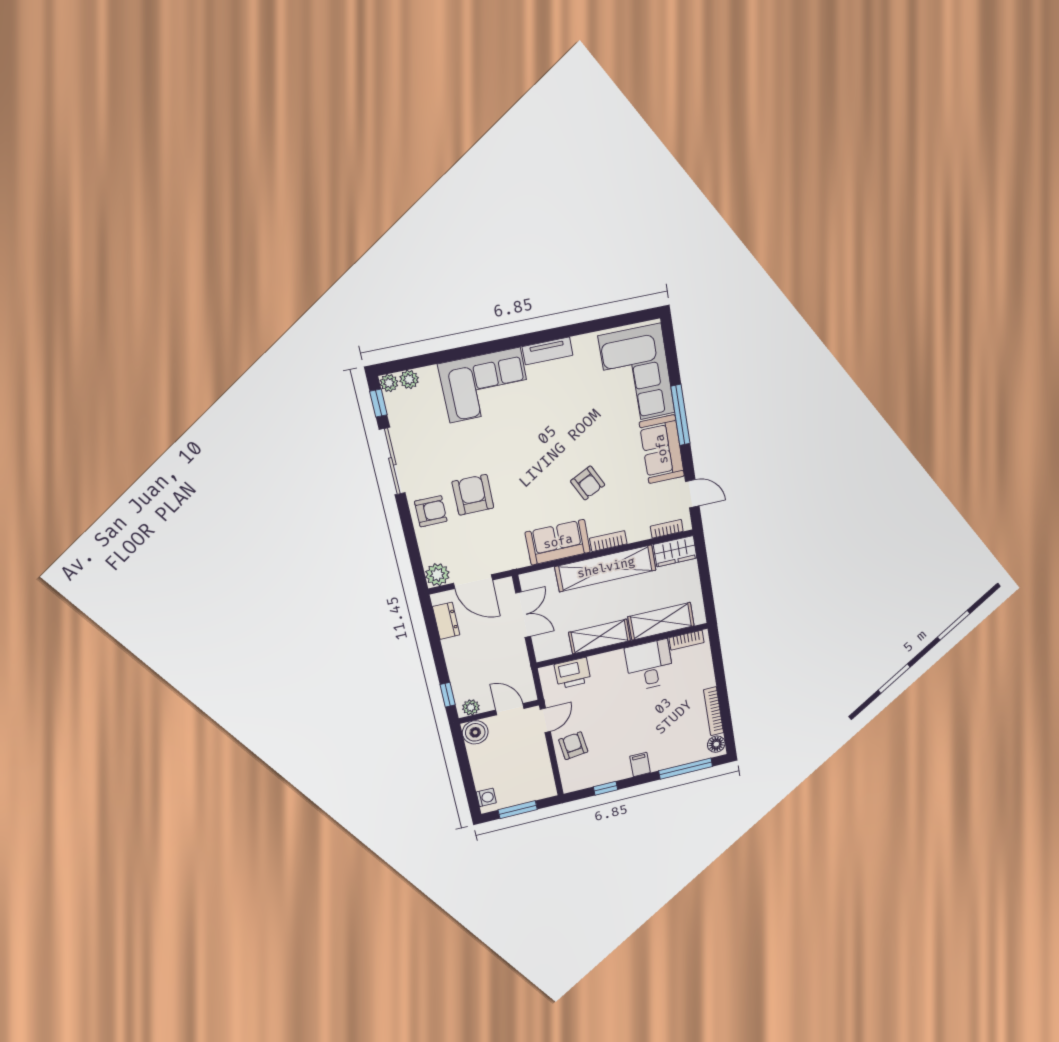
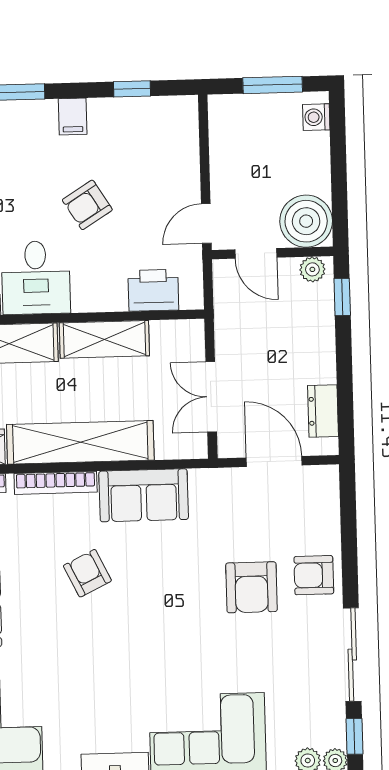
bookcase: (608, 541) -> (56, 483), width x1.56
plant: (437, 575) -> (322, 482), removed
boiler: (475, 732) -> (306, 221), width x1.37, depth x1.37
armchair: (573, 746) -> (87, 205), moved, turned 65

